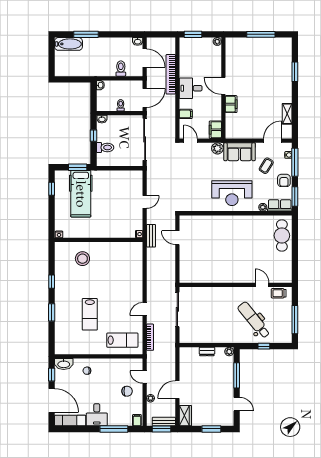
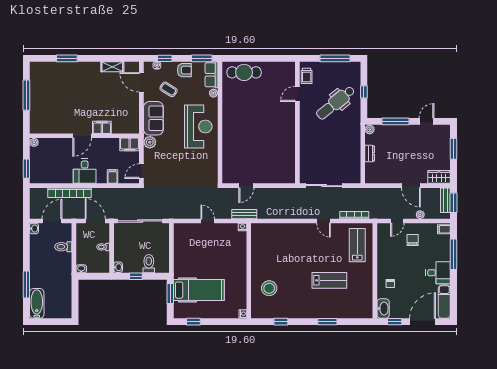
window: (295, 162) -> (165, 58), width x0.46
window: (52, 282) -> (281, 322), moved

